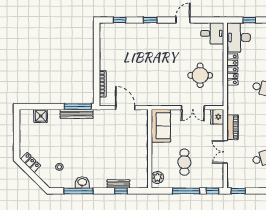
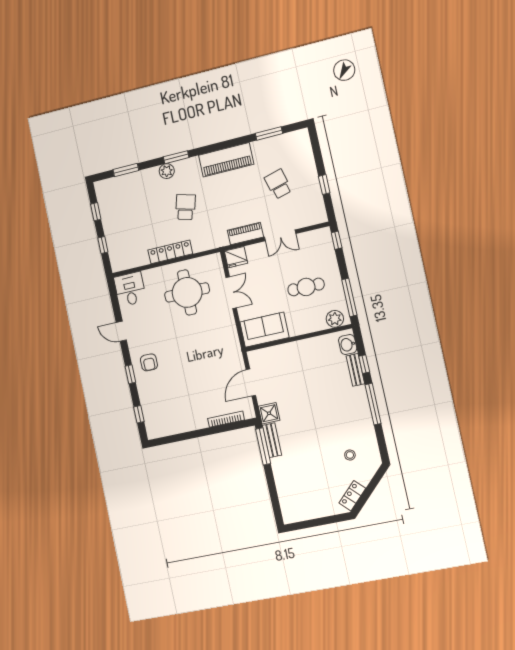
armchair: (156, 36) -> (149, 362), added
desk: (239, 38) -> (128, 254), removed
round table: (200, 75) -> (187, 292), width x1.36, depth x1.36
bench: (77, 114) -> (272, 440), width x0.73
shower: (41, 116) -> (269, 413), moved
washbasin: (82, 182) -> (348, 345), moved
window: (78, 191) -> (373, 404), moved
window: (186, 191) -> (349, 297), moved
window: (238, 191) -> (324, 185), moved

